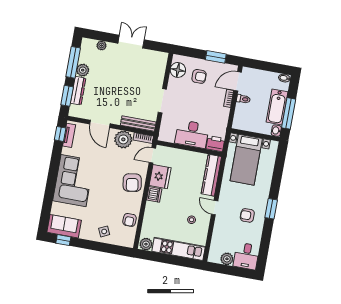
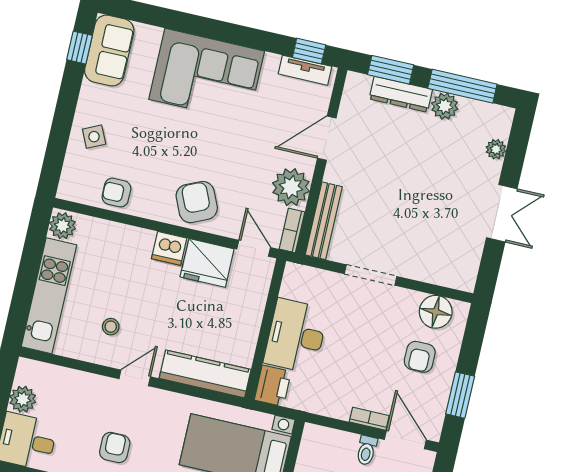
armchair: (132, 183) -> (197, 202), turned 75

